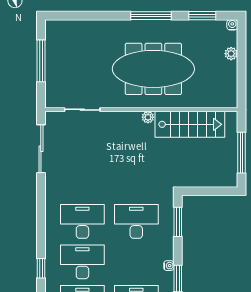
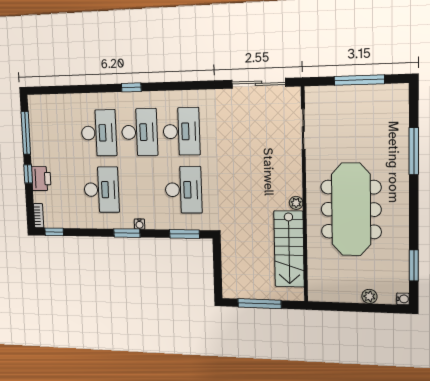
window: (151, 16) -> (414, 151), moved

